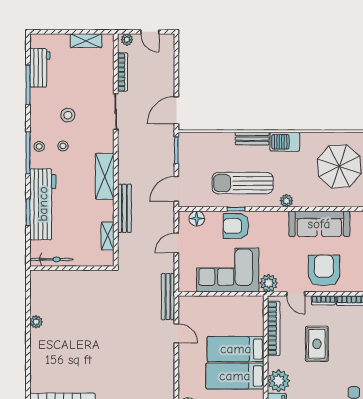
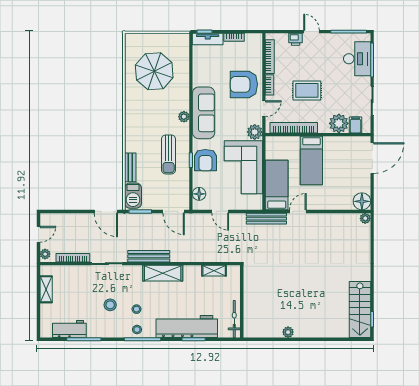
bench: (252, 139) -> (130, 167), moved
barbecue: (285, 142) -> (133, 196), moved
sun lounger: (243, 183) -> (169, 154), width x0.73, depth x0.75
bench: (124, 208) -> (149, 256), moved
sofa: (319, 224) -> (204, 113), moved
bed: (235, 376) -> (277, 185), moved, turned 180

